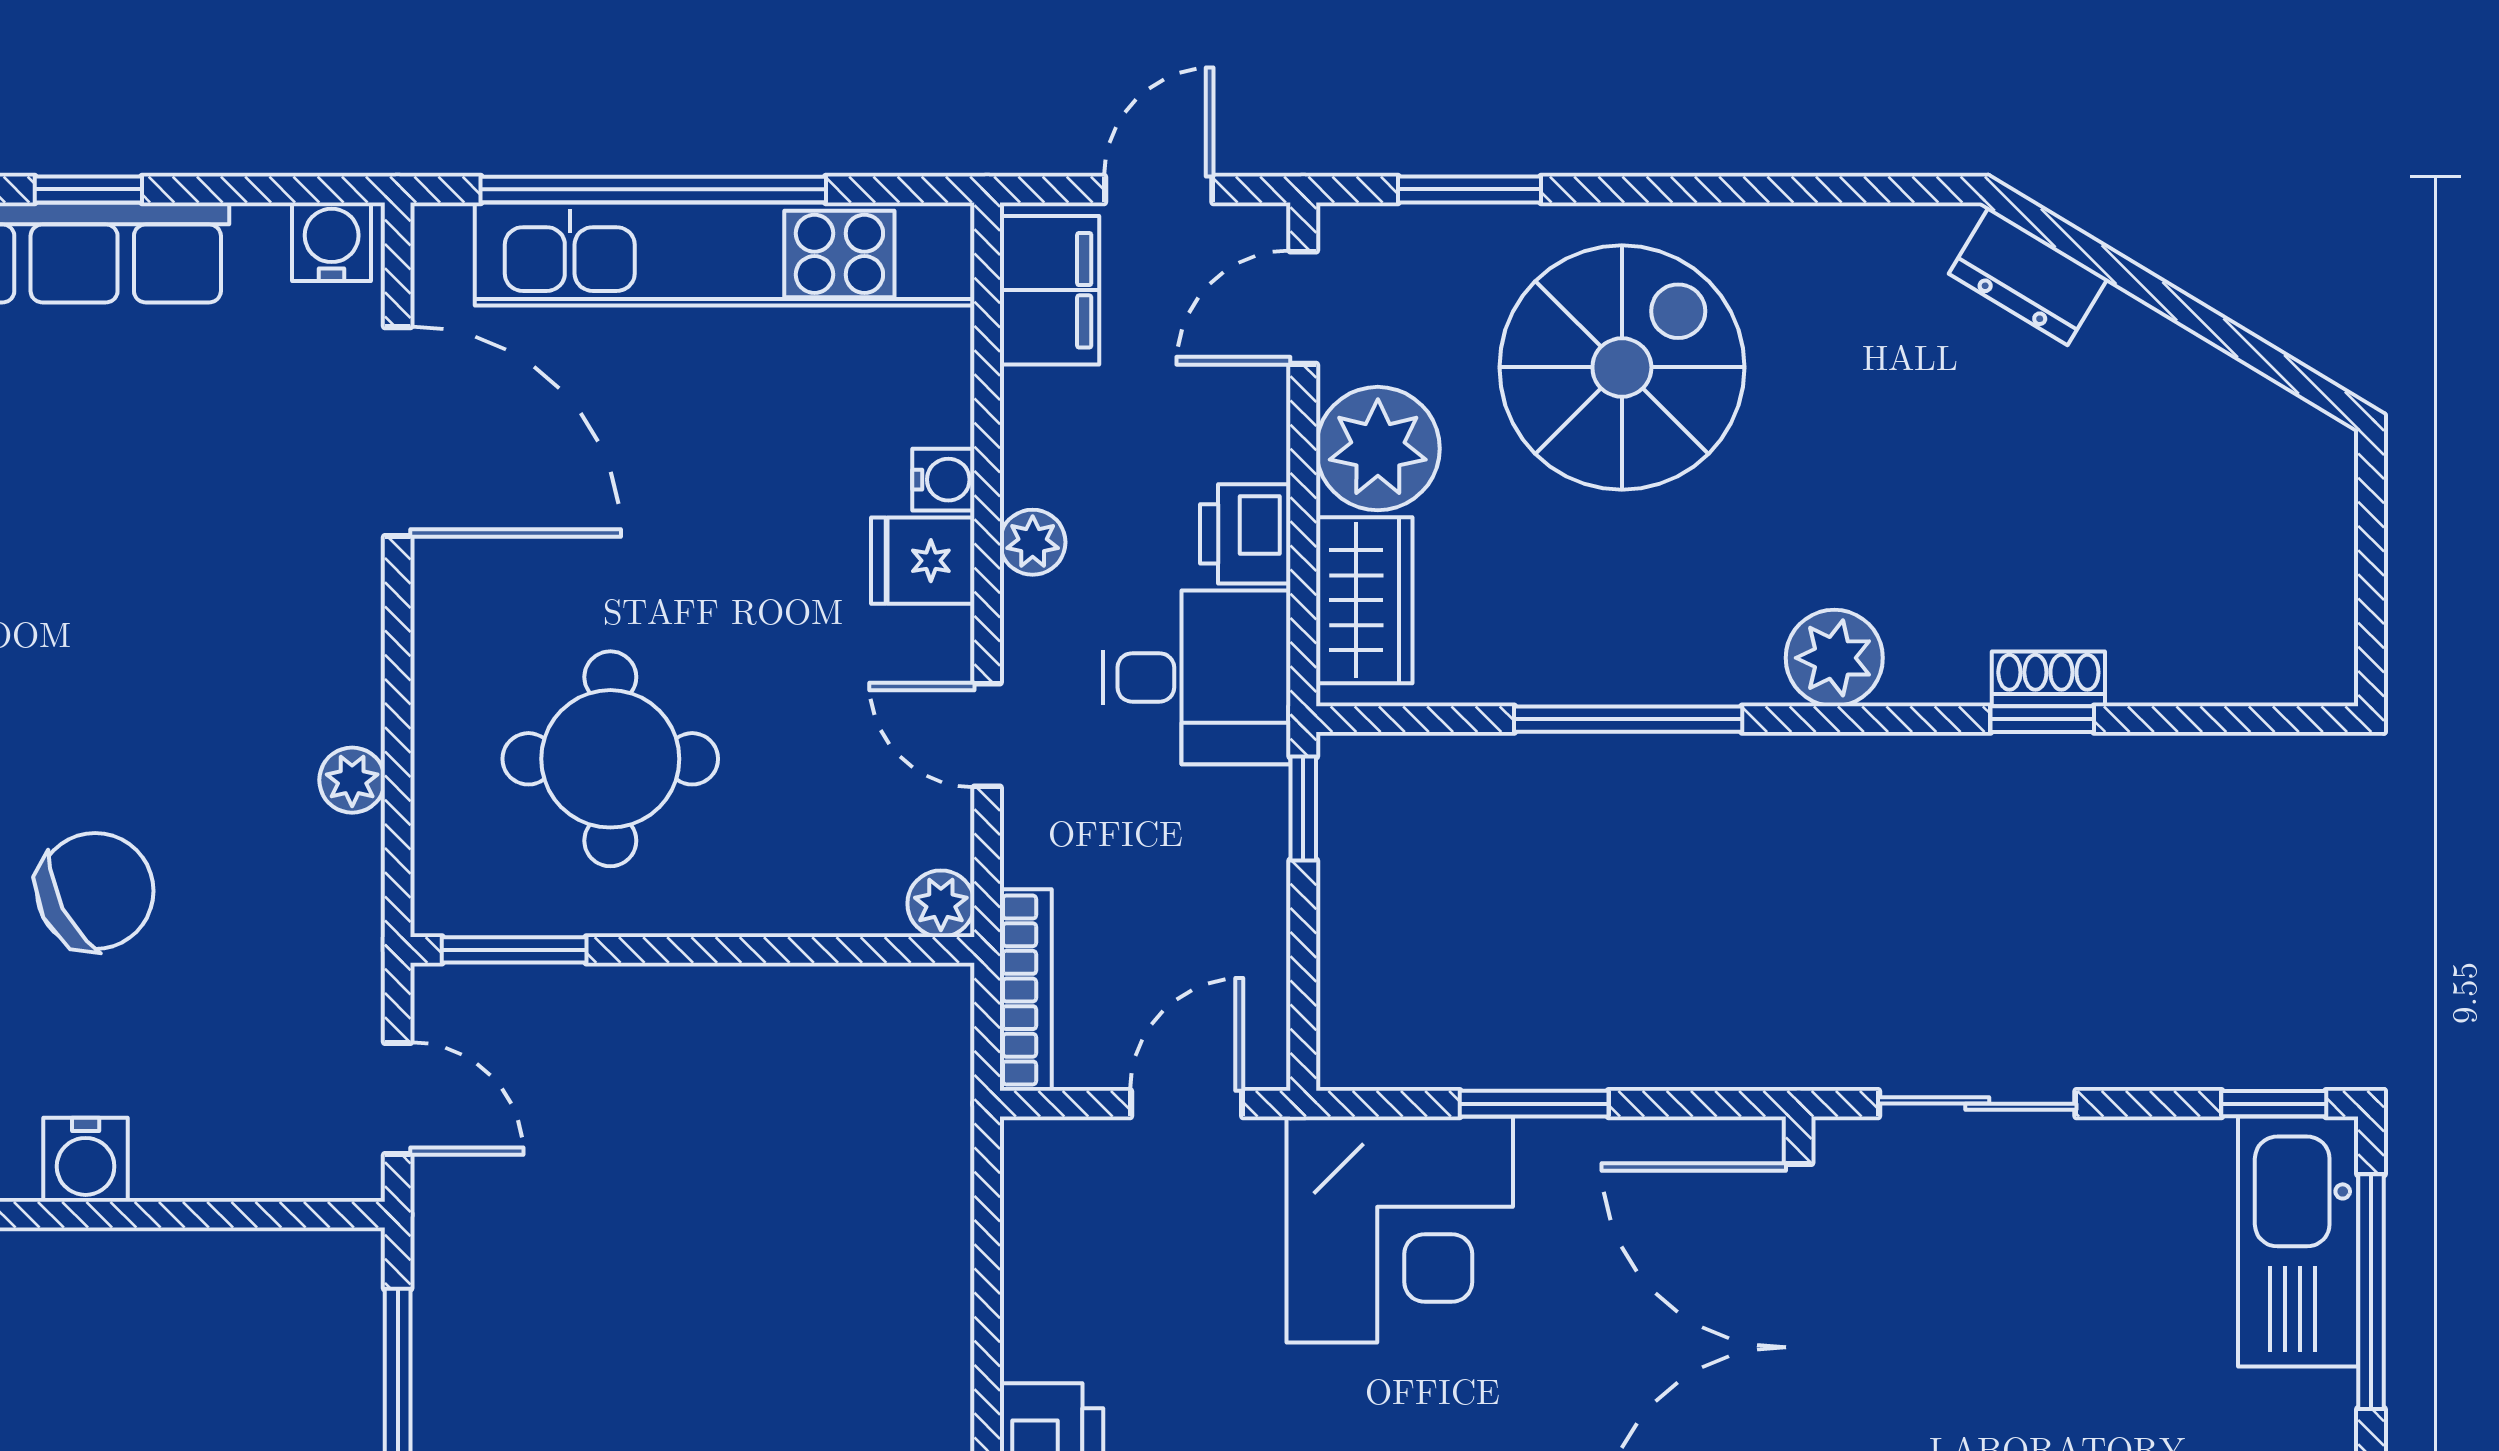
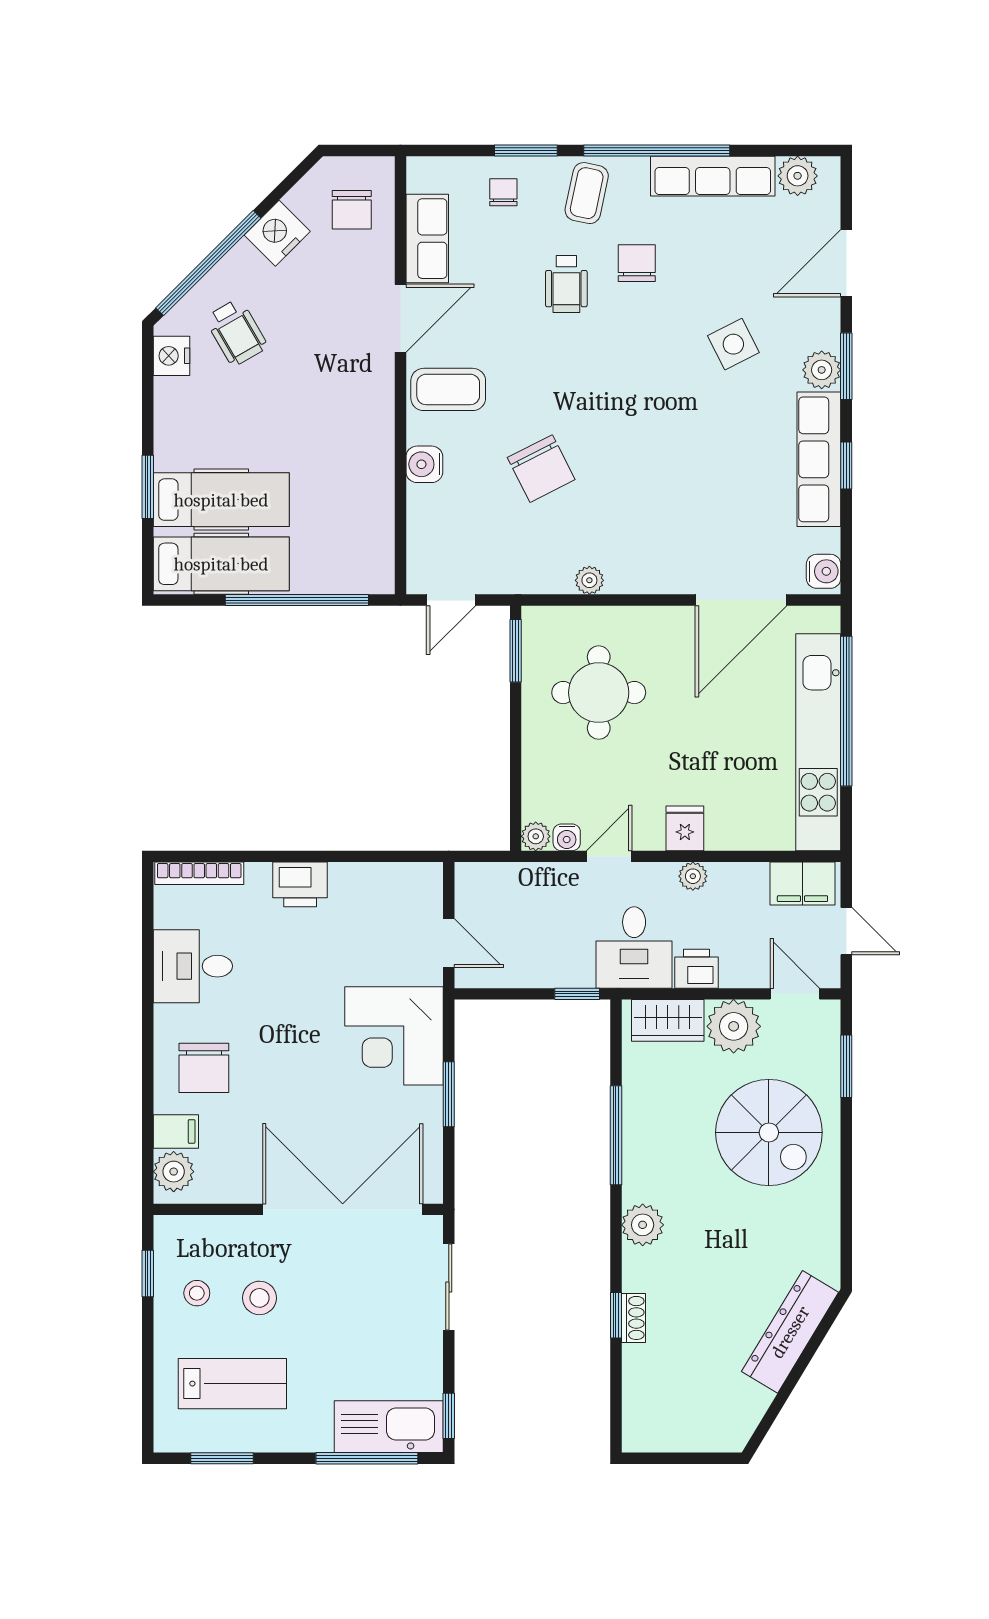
dresser: (2028, 276) -> (790, 1332), width x1.96, depth x1.24
water cooler: (943, 480) -> (567, 837), moved
bookcase: (1026, 990) -> (498, 873), removed

